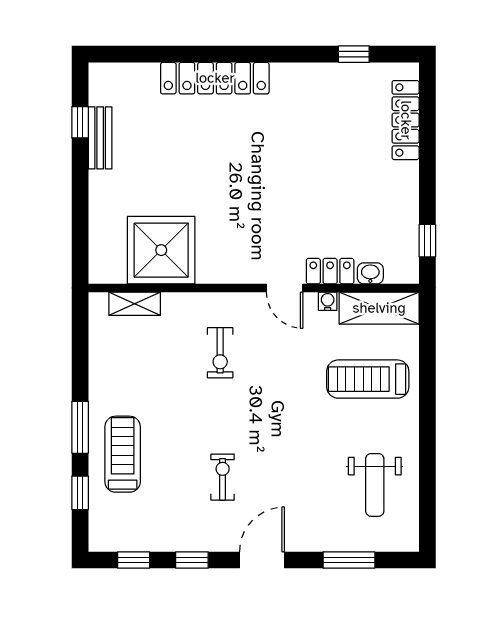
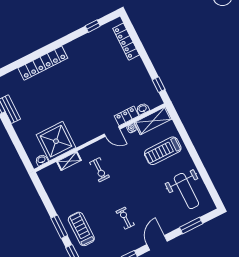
washbasin: (113, 274) -> (42, 160), added
shelving: (135, 304) -> (69, 161), moved
weight bench: (375, 485) -> (186, 191), width x1.36, depth x1.33

